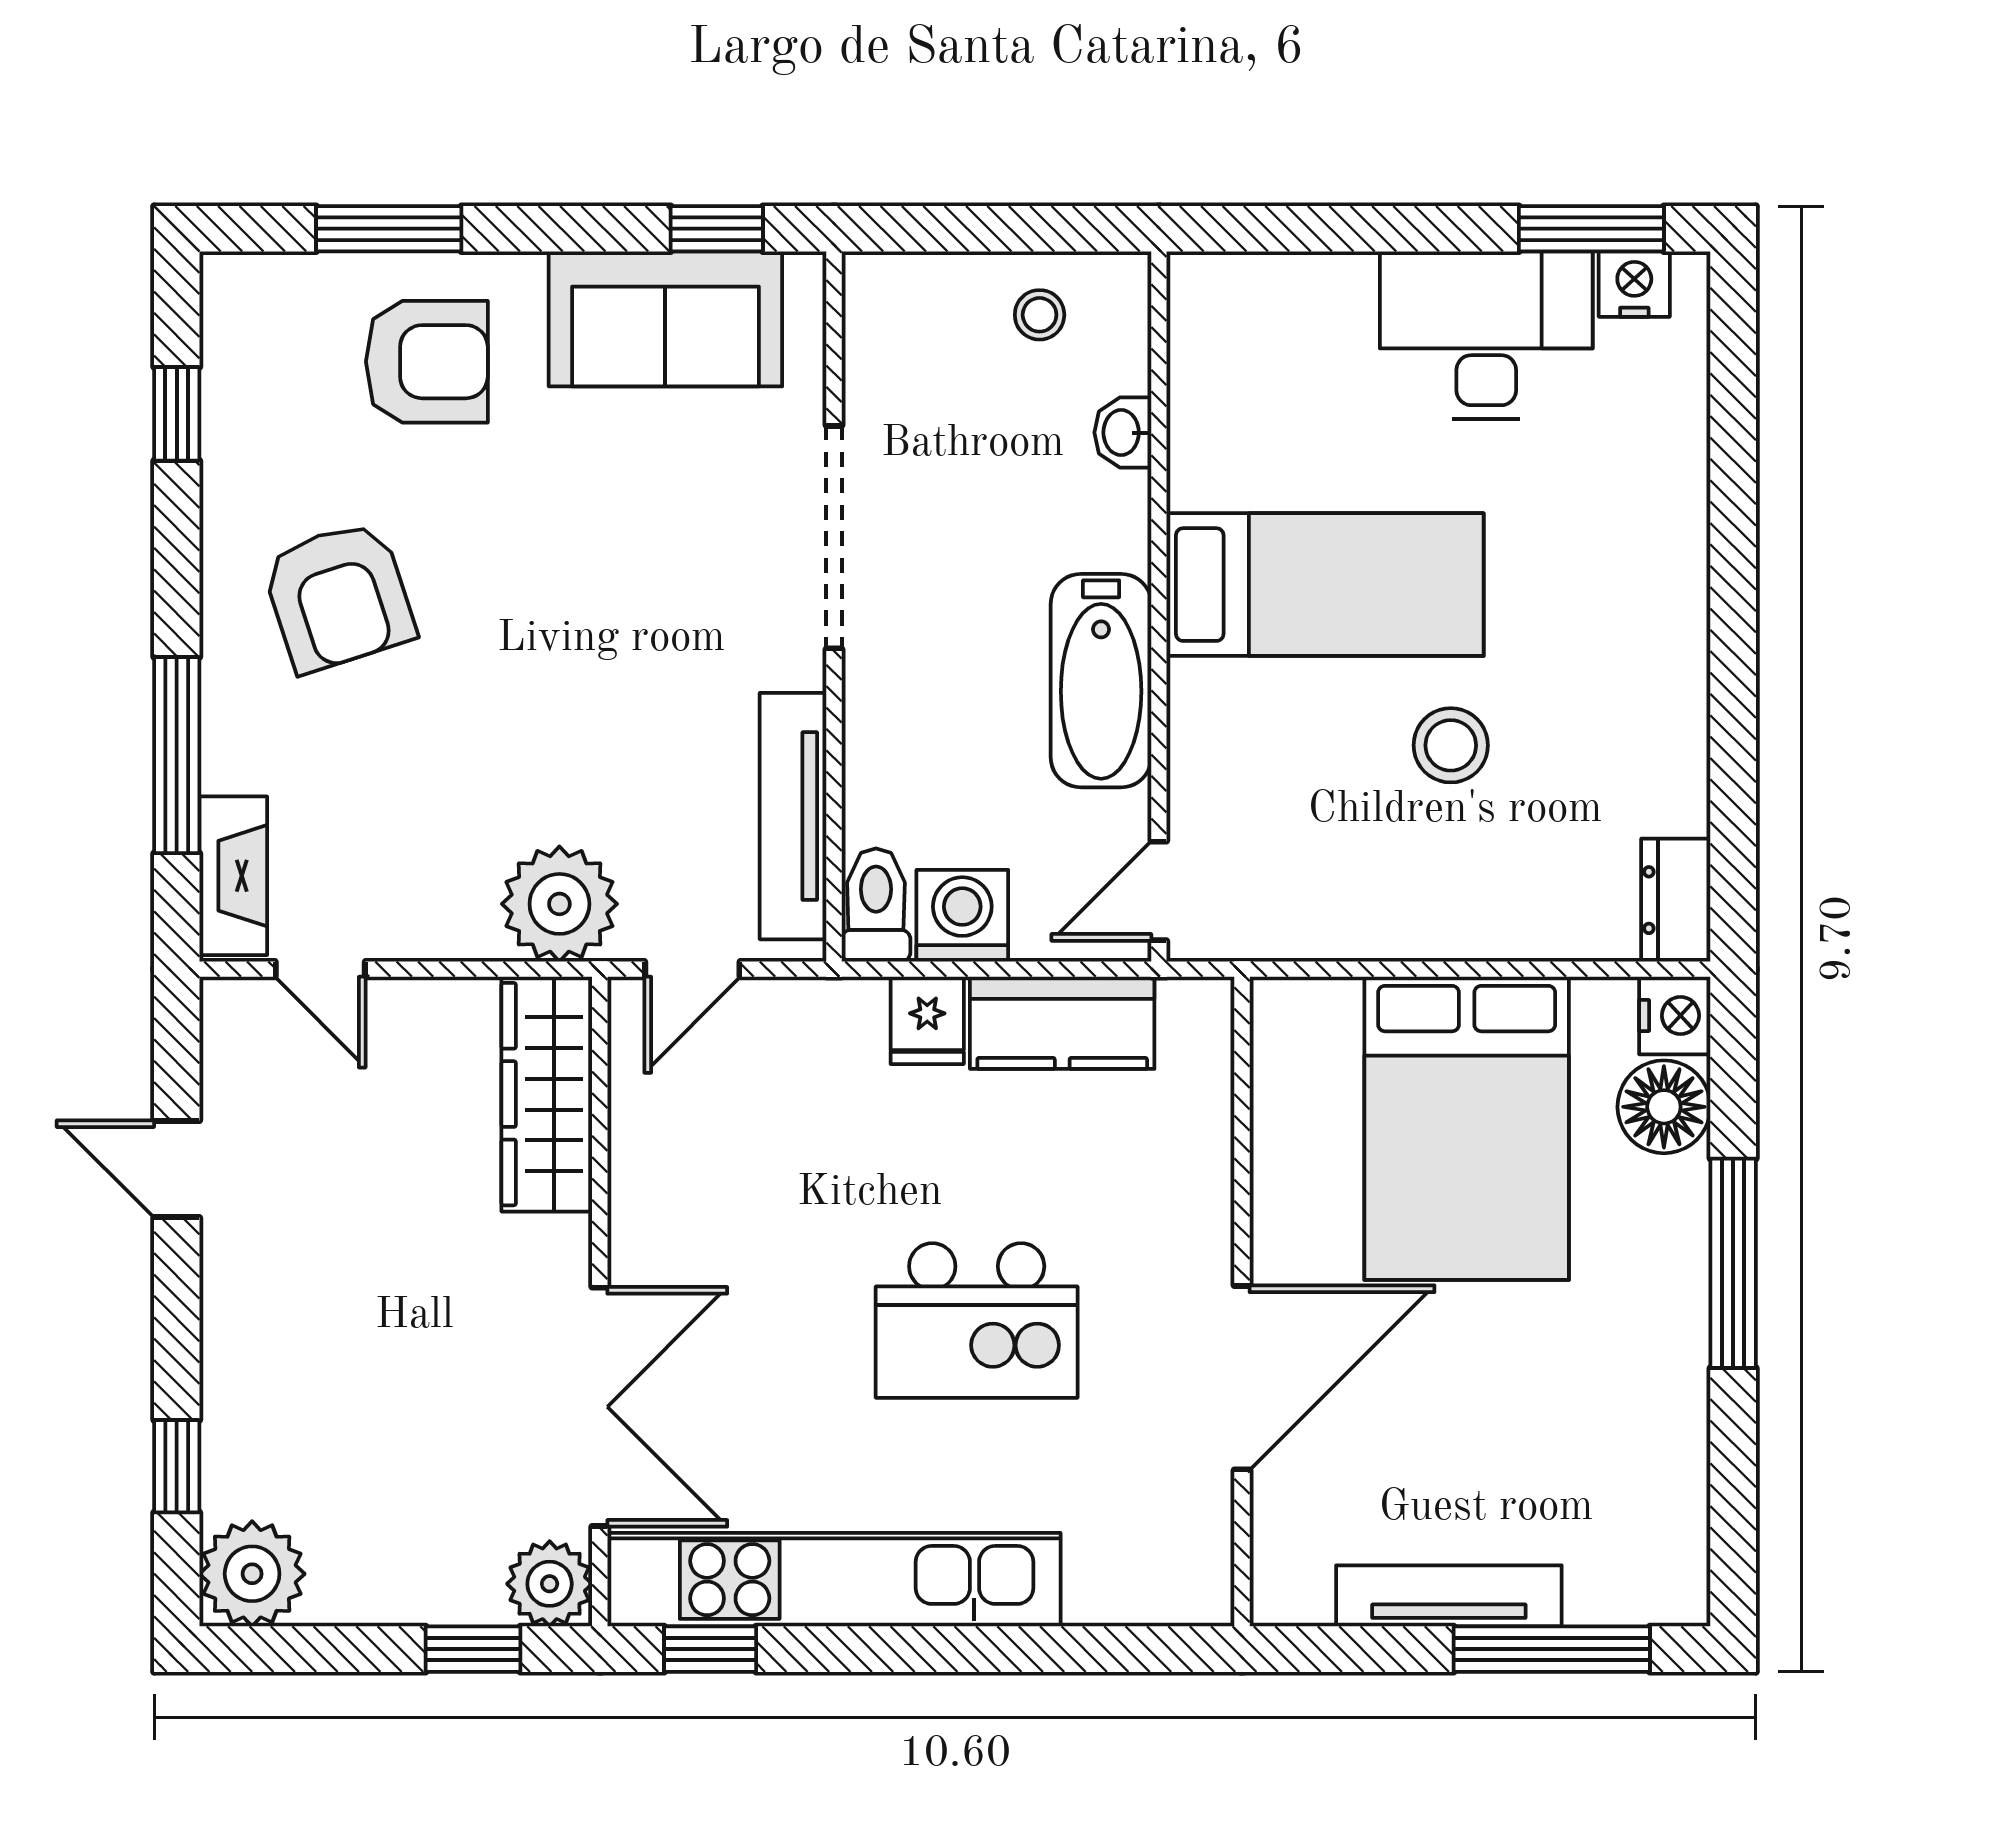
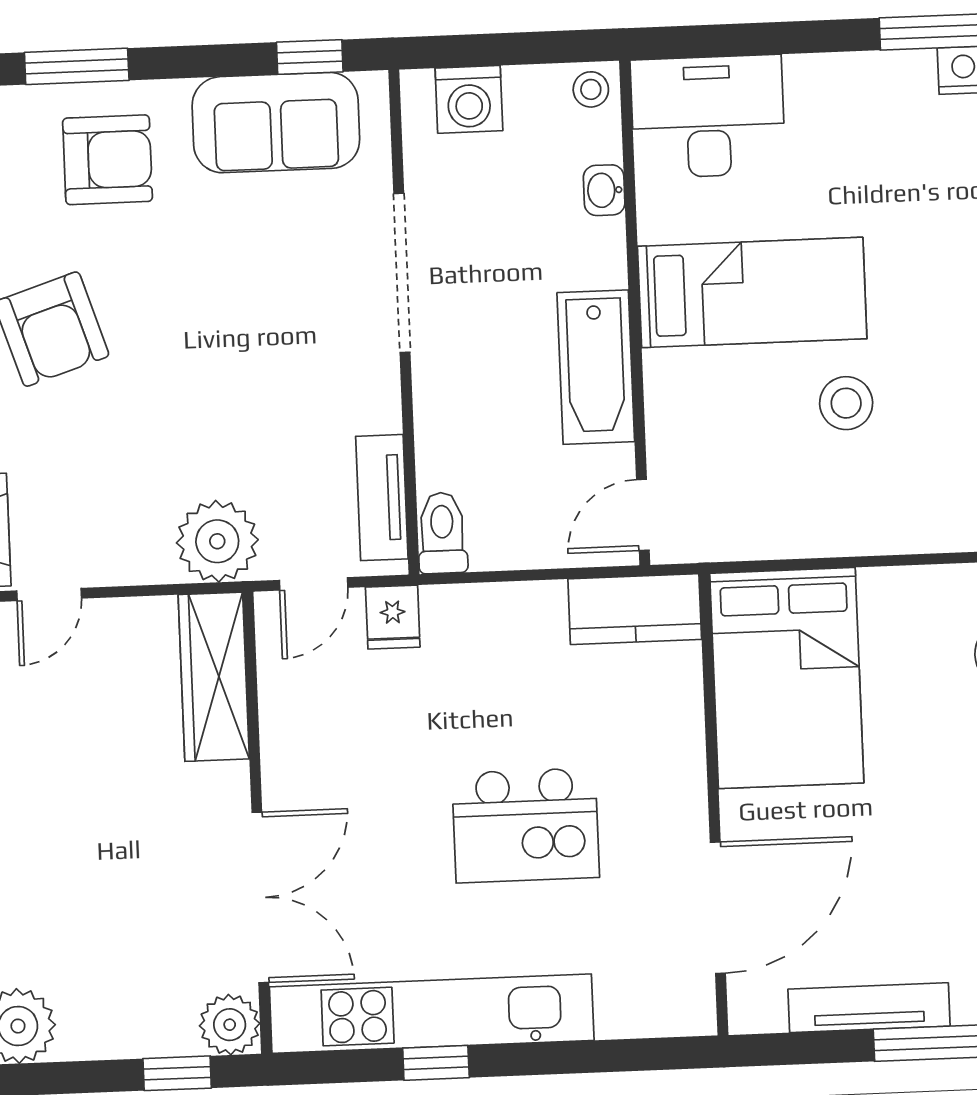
stool: (1040, 315) -> (591, 89), moved
desk: (1486, 335) -> (708, 117), moved
tv unit: (793, 816) -> (382, 498), width x0.71
washing machine: (962, 916) -> (469, 99), moved, turned 180
door: (320, 969) -> (49, 594), hinge flipped
fridge: (927, 1020) -> (393, 617), moved
kitchen counter: (1062, 1023) -> (635, 609), moved
bed: (1467, 1128) -> (787, 678), moved
door: (1242, 1378) -> (718, 908), moved
window: (710, 1649) -> (436, 1063), moved

